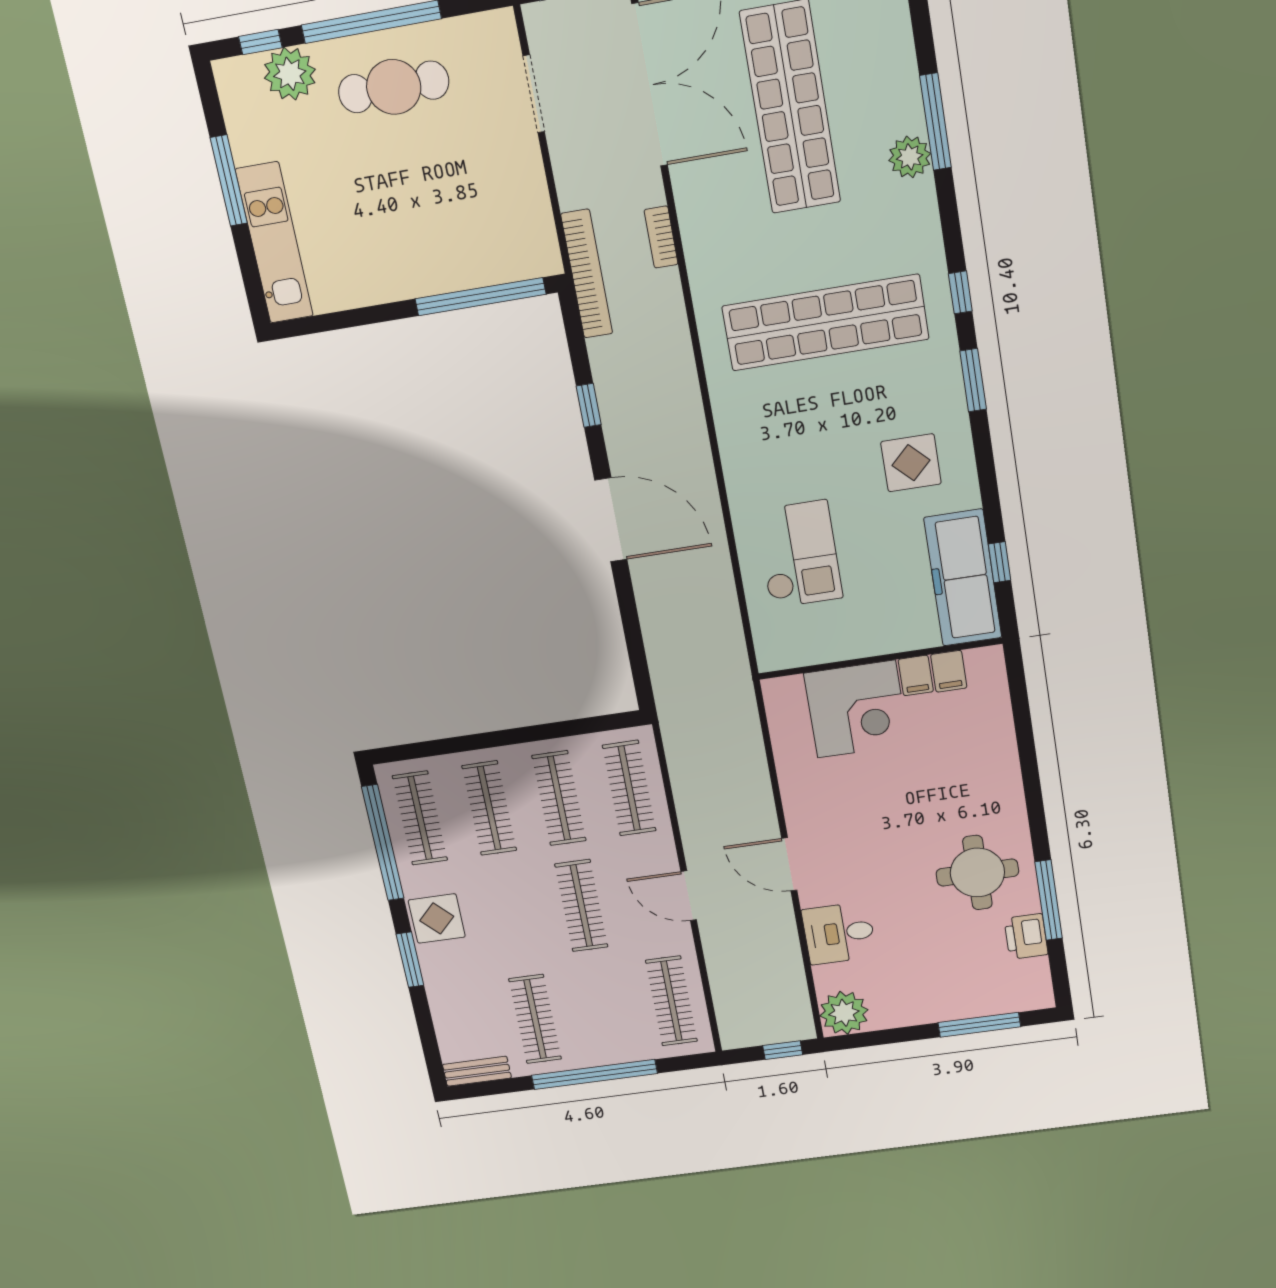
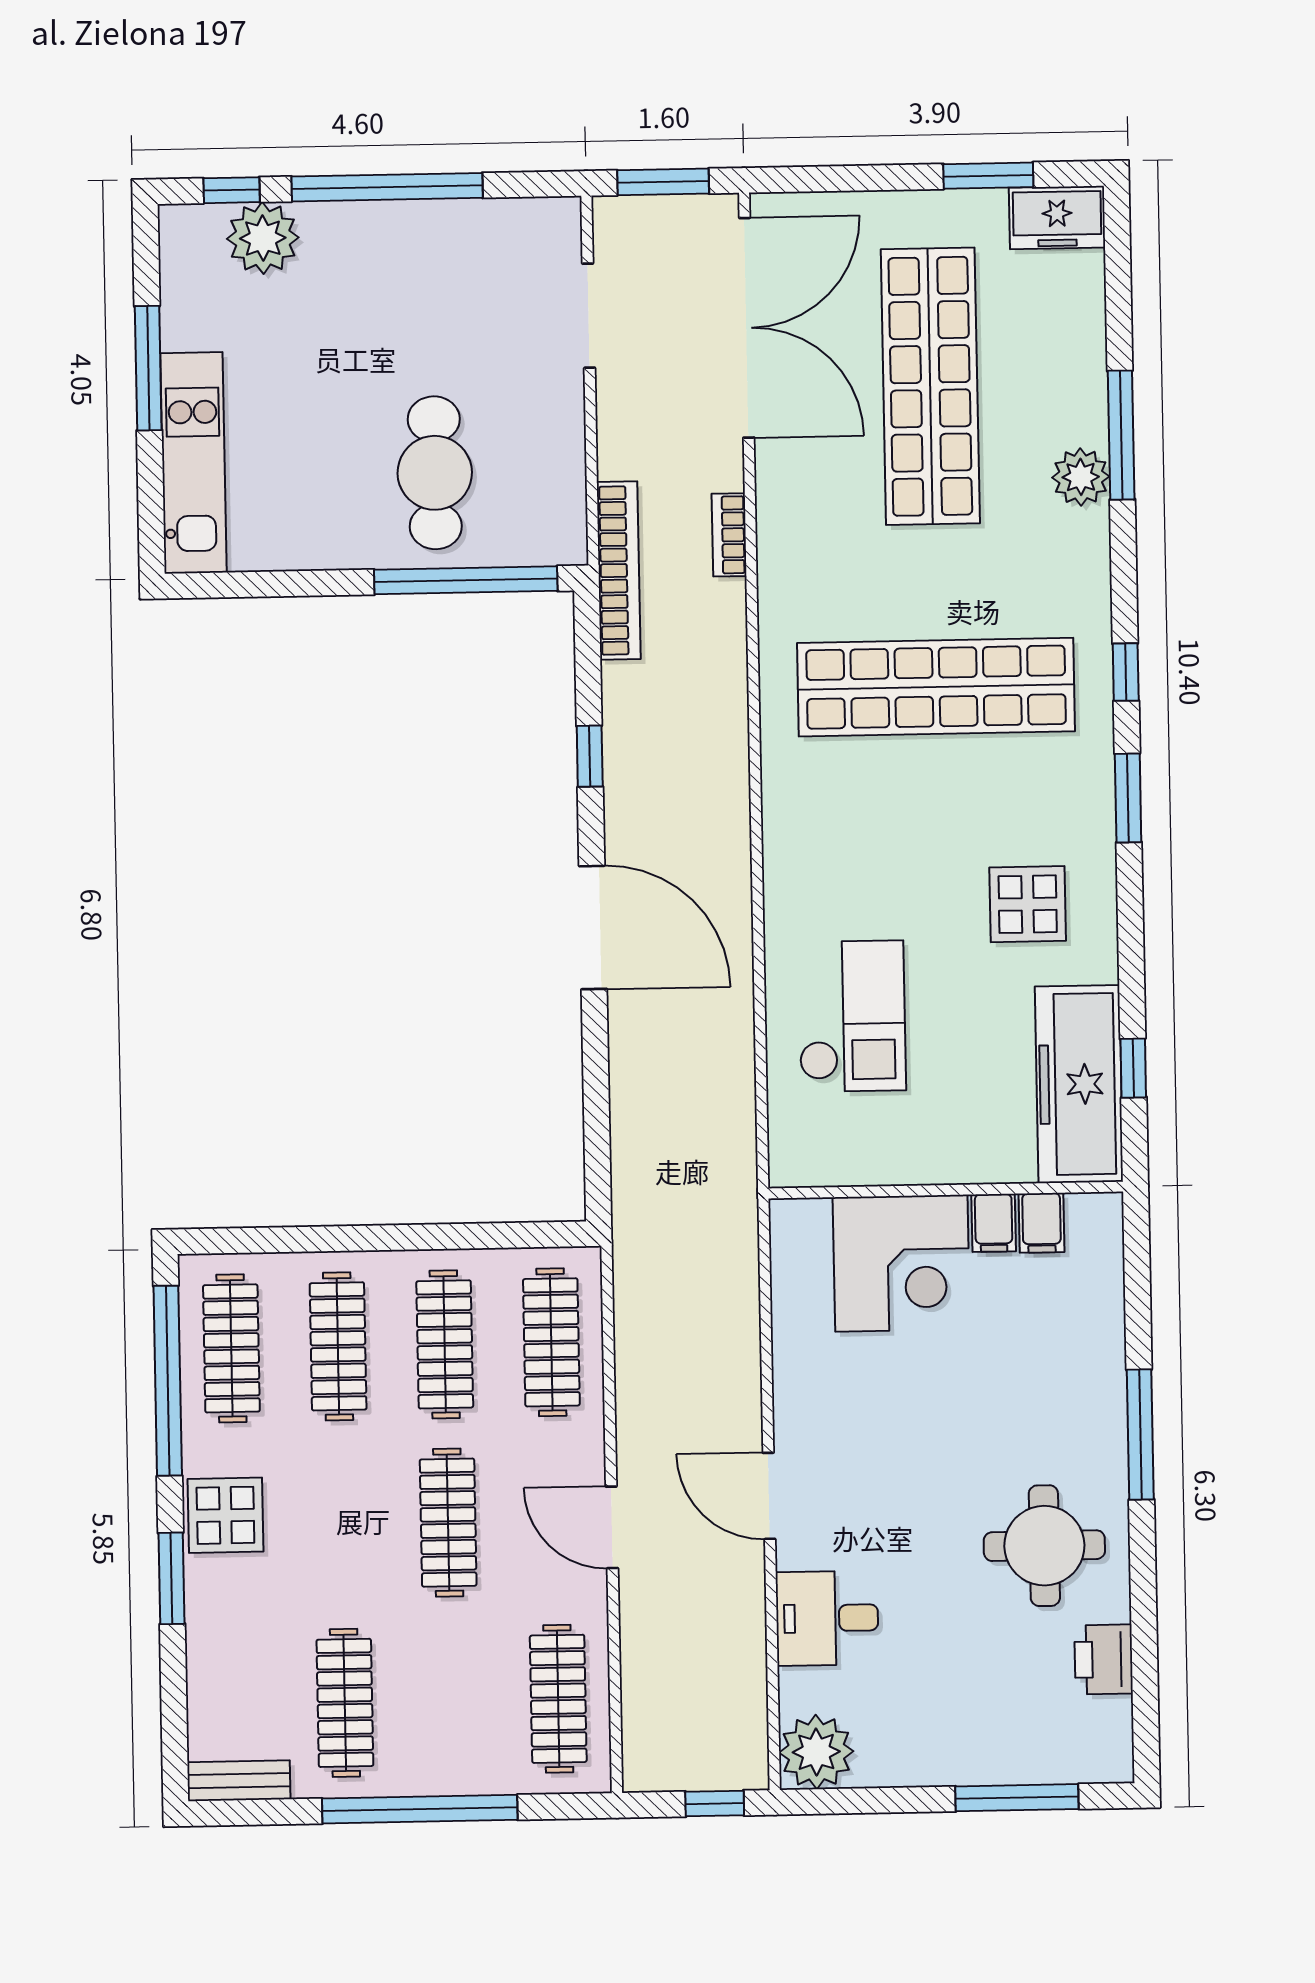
cafe table: (394, 87) -> (435, 473), moved, turned 90
window: (1049, 900) -> (1140, 1434), moved

